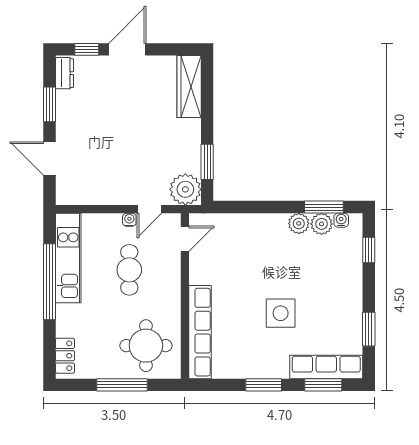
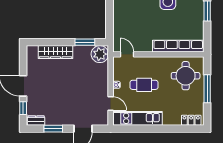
wardrobe: (189, 87) -> (56, 52), moved
door: (149, 209) -> (111, 104), moved
window: (50, 282) -> (151, 129), removed

